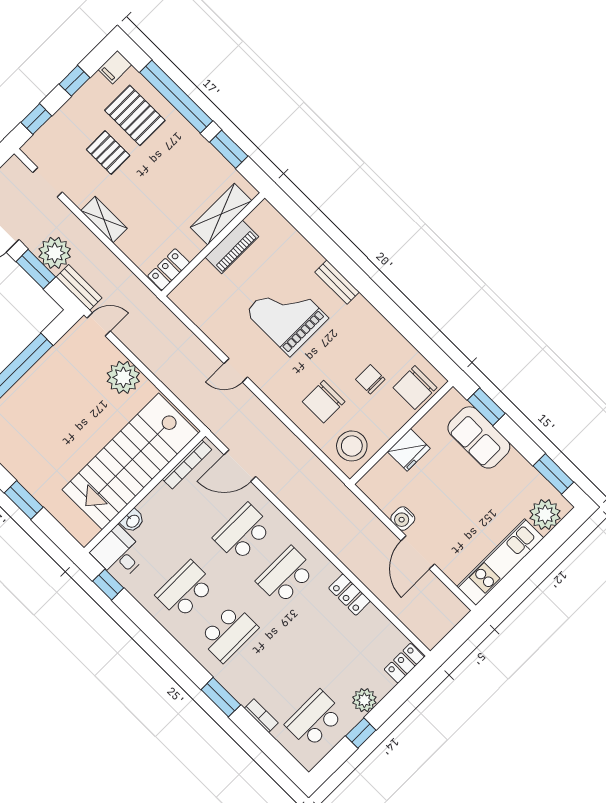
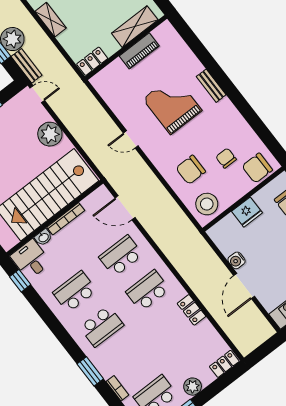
bookcase: (187, 464) -> (66, 219), moved

